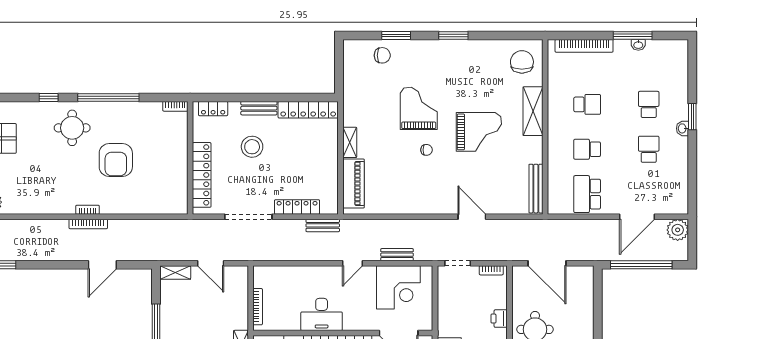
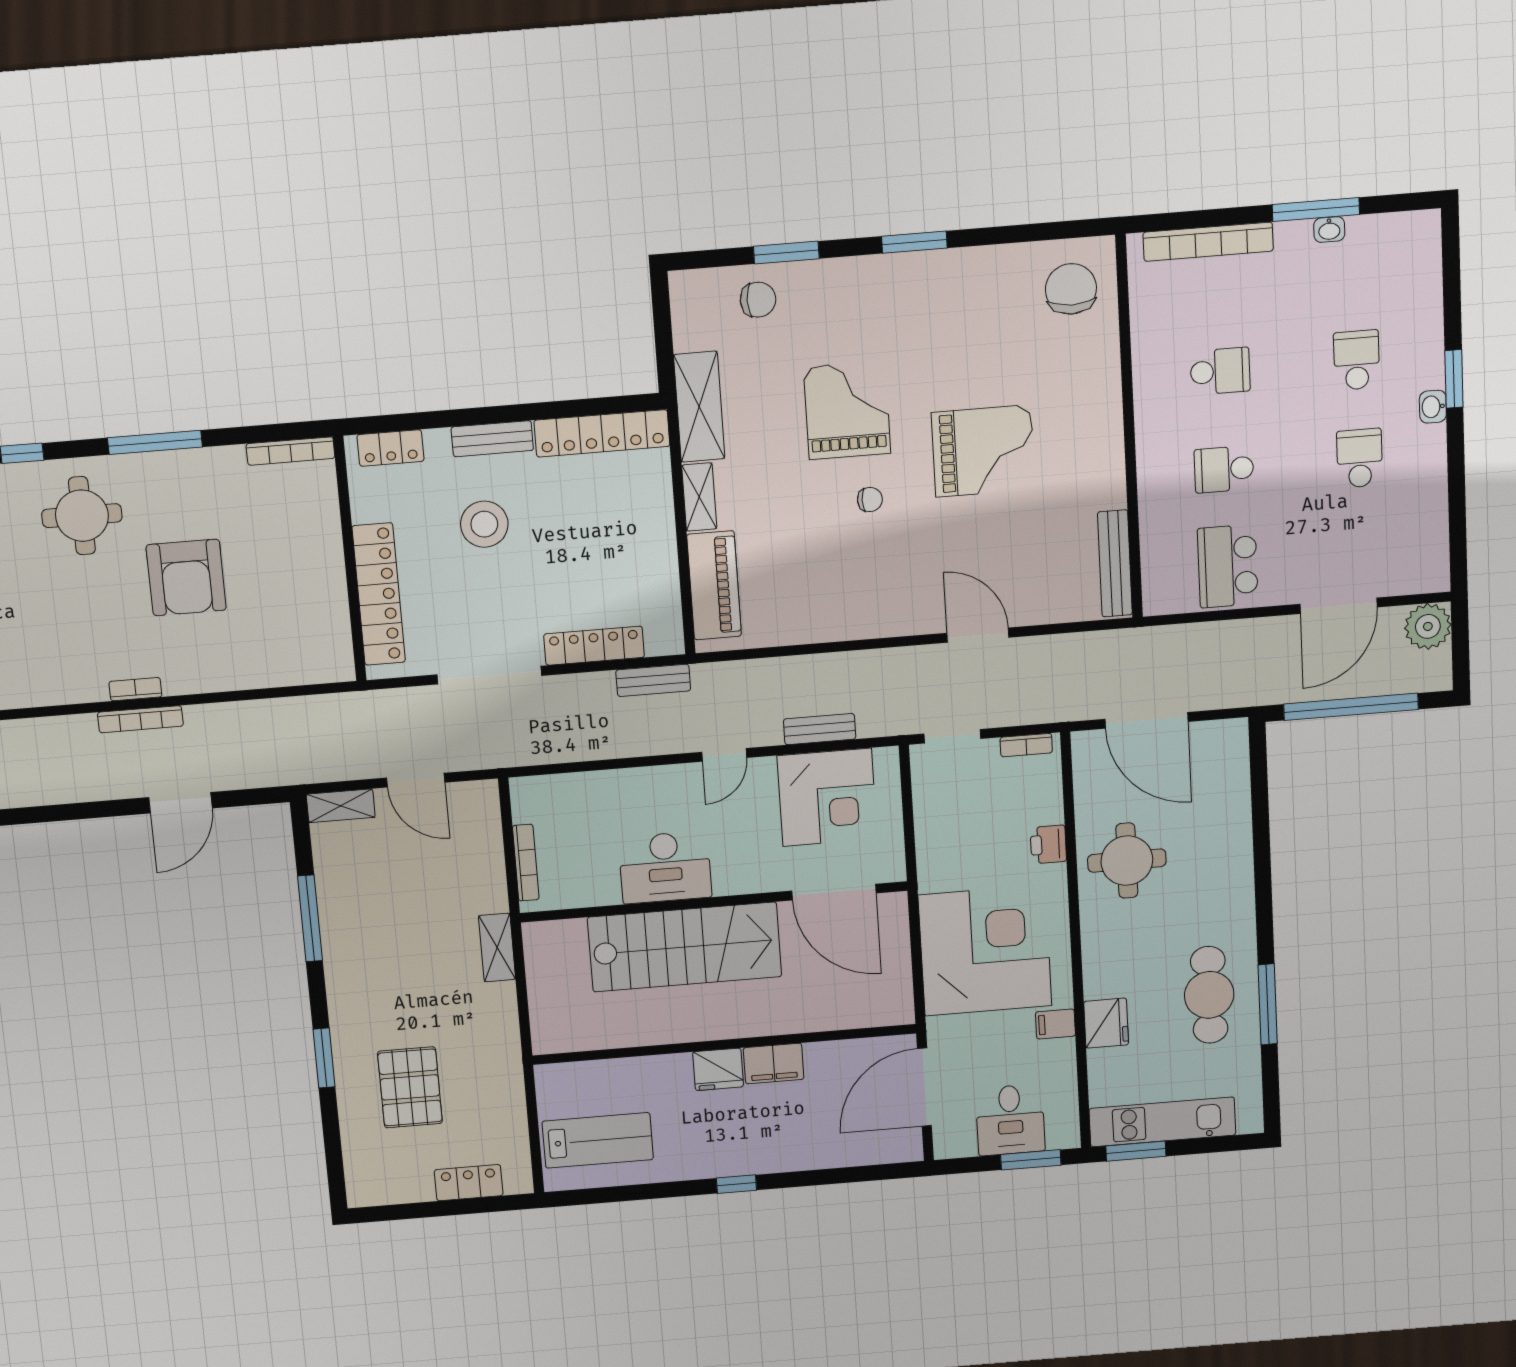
window: (108, 97) -> (155, 442), width x0.68
bookcase: (175, 106) -> (290, 451), width x1.56
shelving: (533, 111) -> (699, 407), moved

